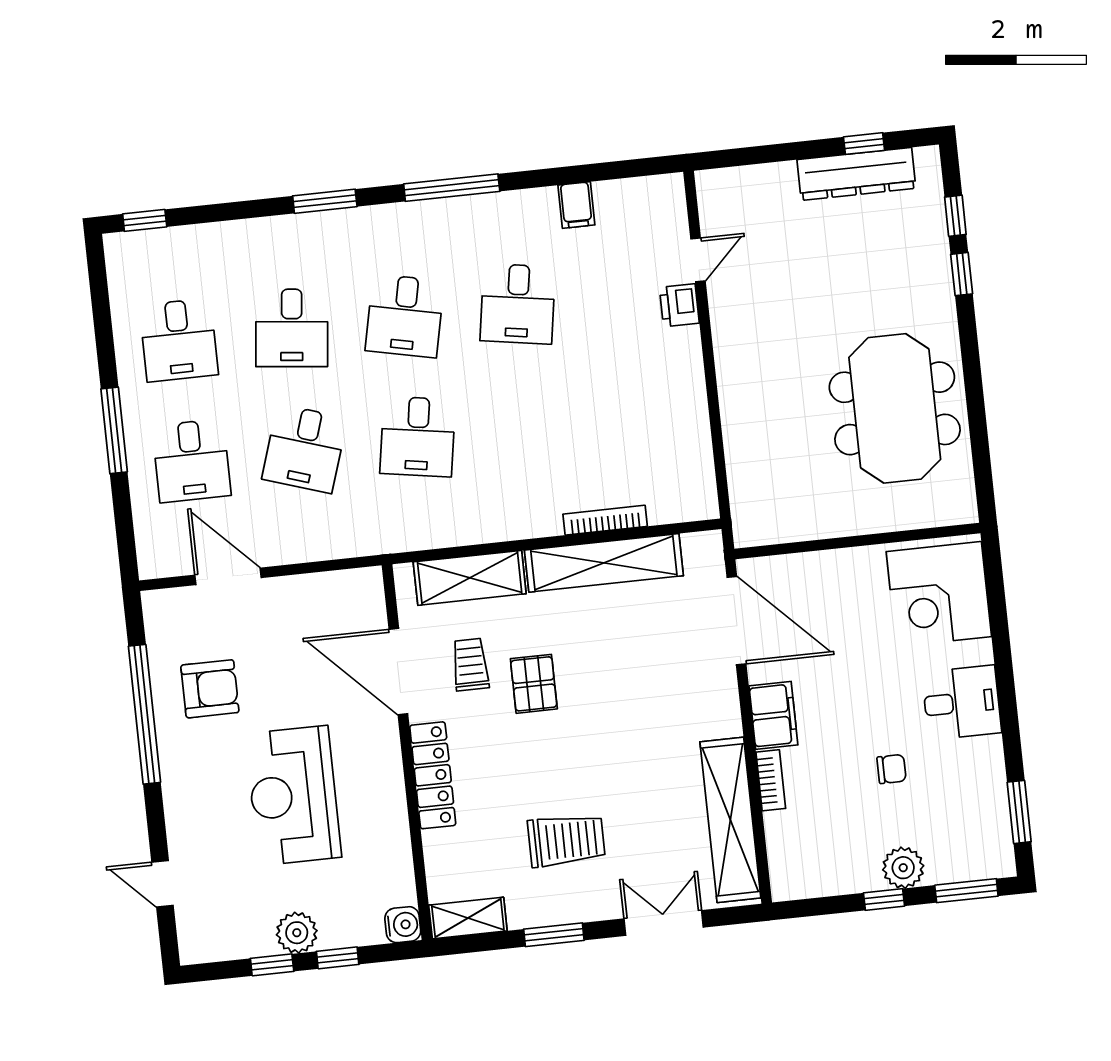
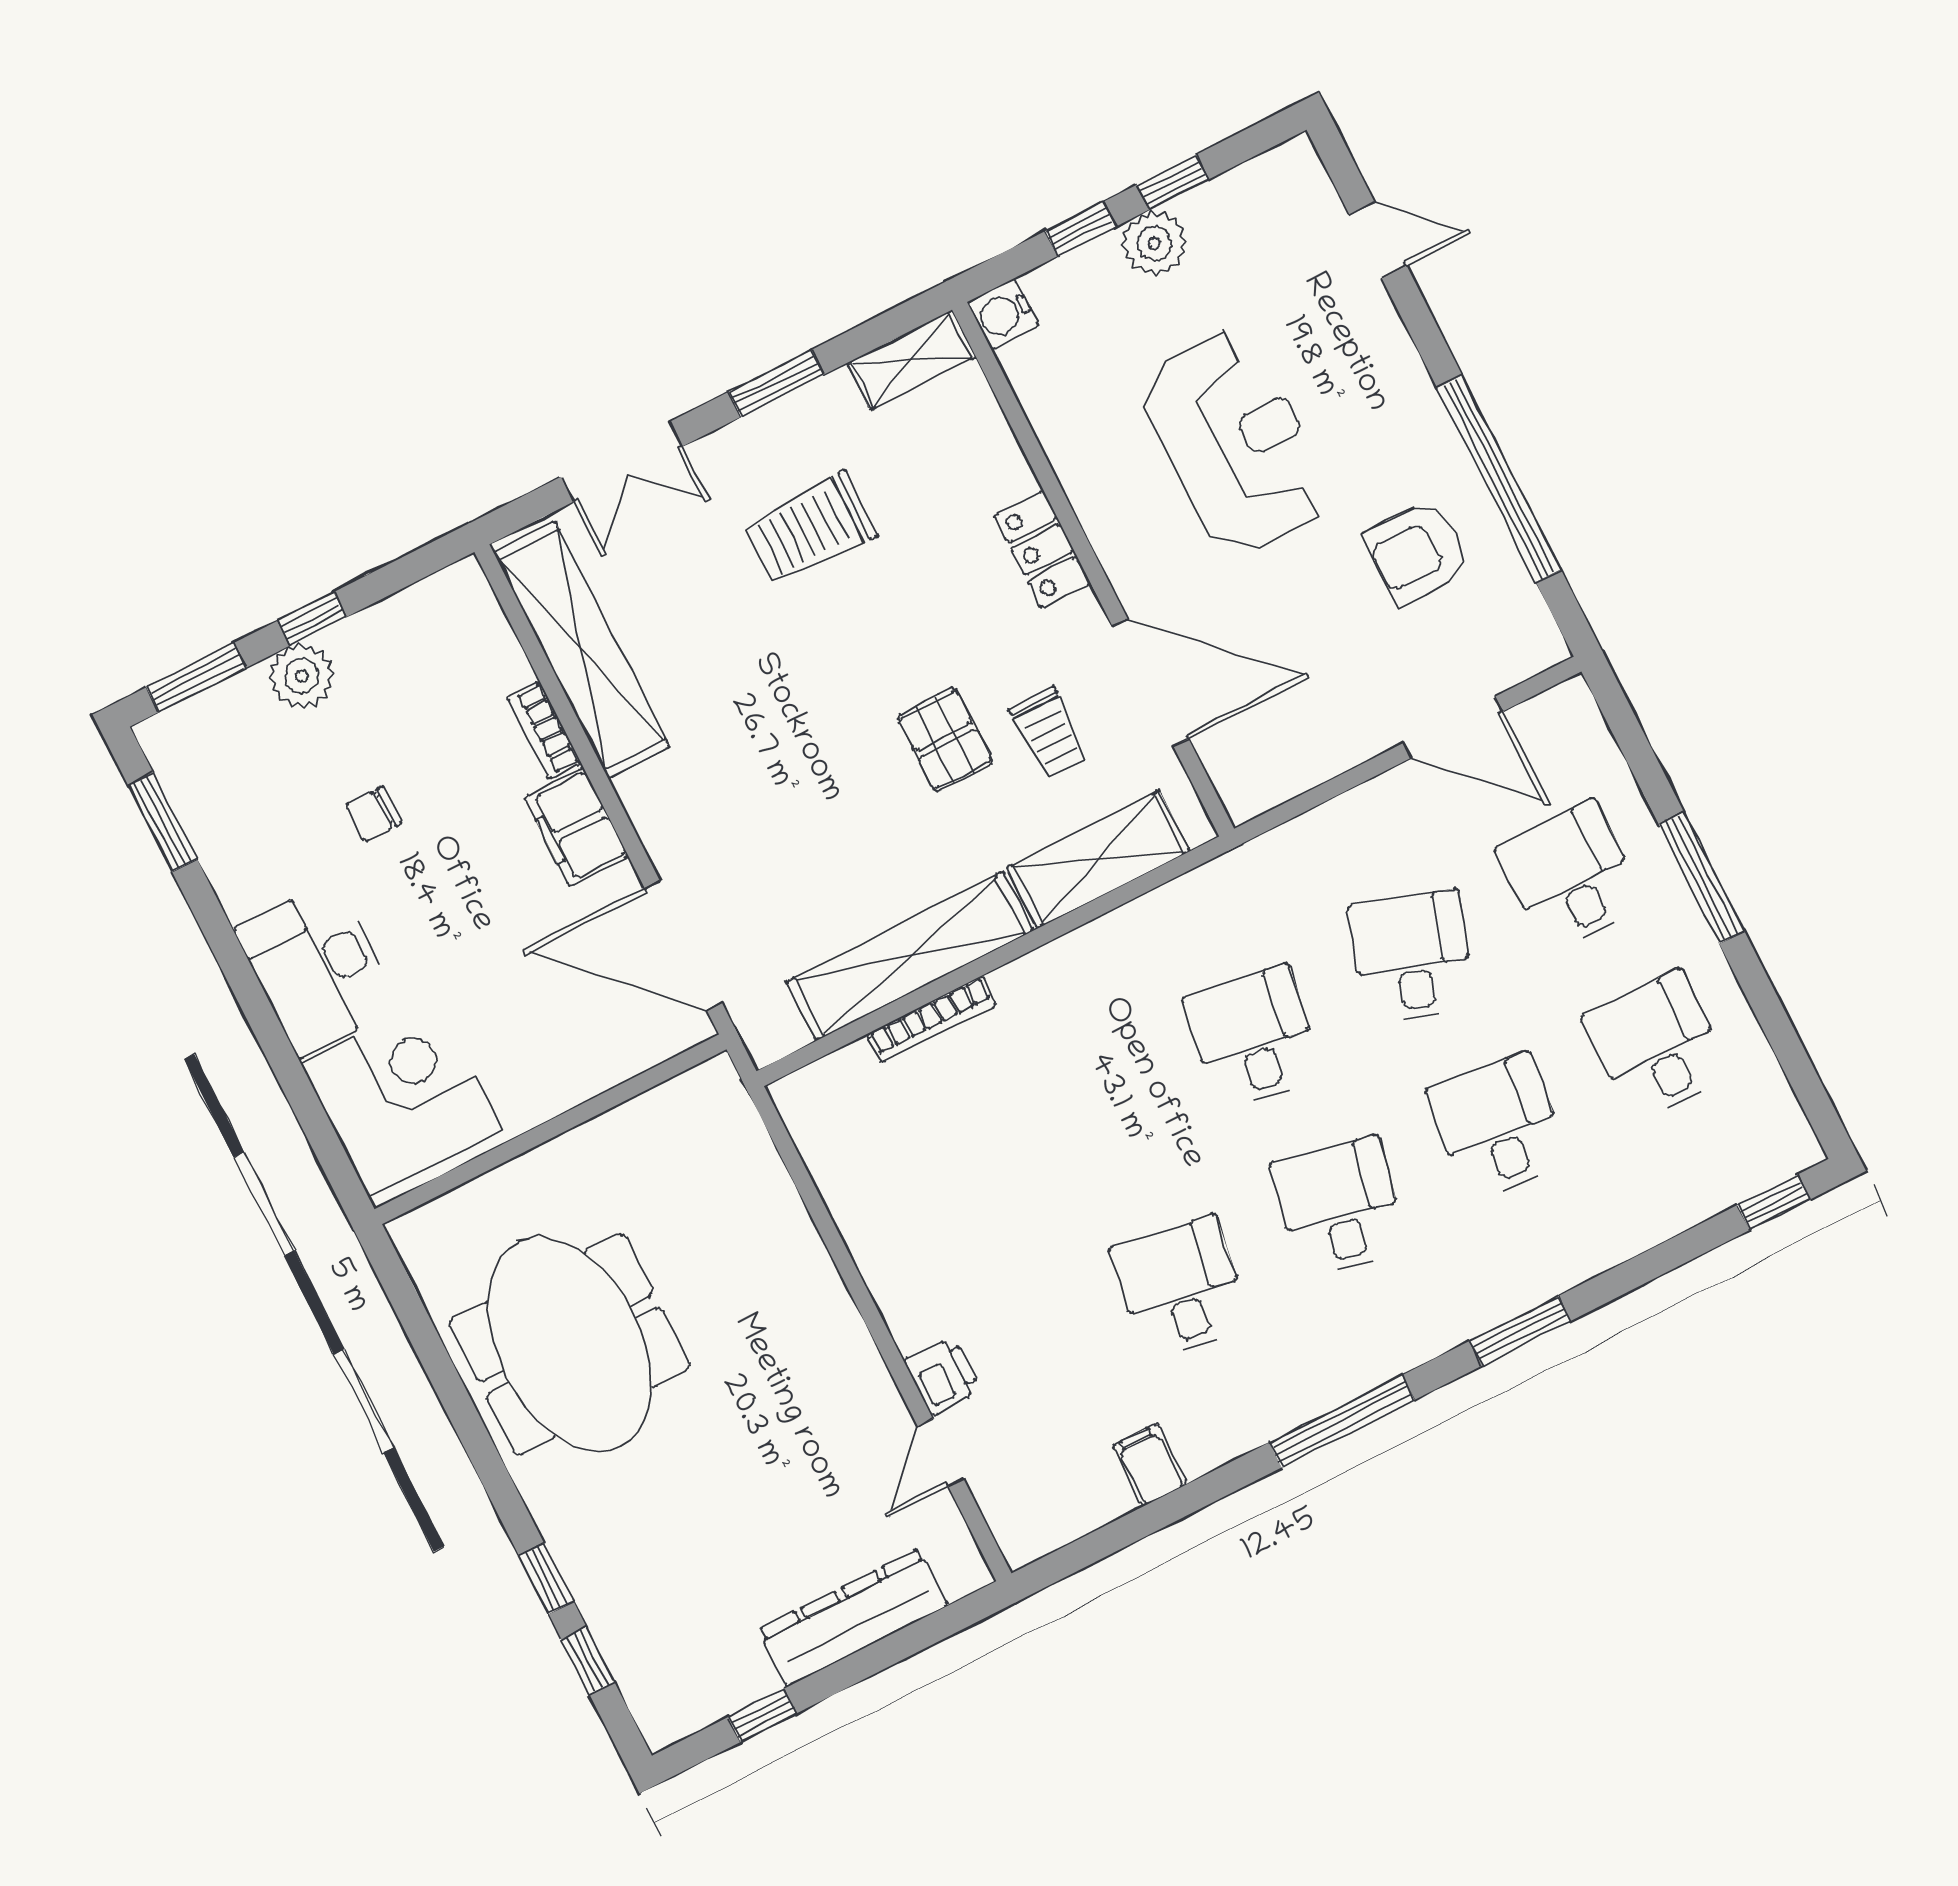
dresser: (856, 174) -> (853, 1618), moved
desk: (962, 703) -> (317, 968), width x1.37
locker: (433, 775) -> (1042, 549), width x0.66

